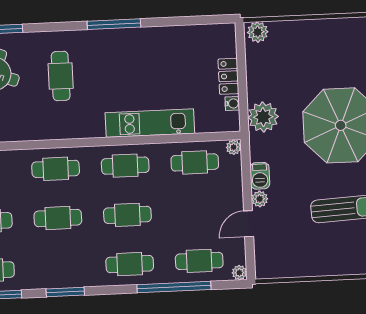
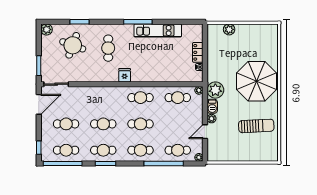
plant: (258, 32) -> (229, 29), moved
plant: (263, 117) -> (215, 90), moved
kitchen unit: (150, 123) -> (158, 30), moved, turned 180
fridge: (93, 125) -> (125, 75), added
cafe table: (56, 169) -> (103, 150), moved

